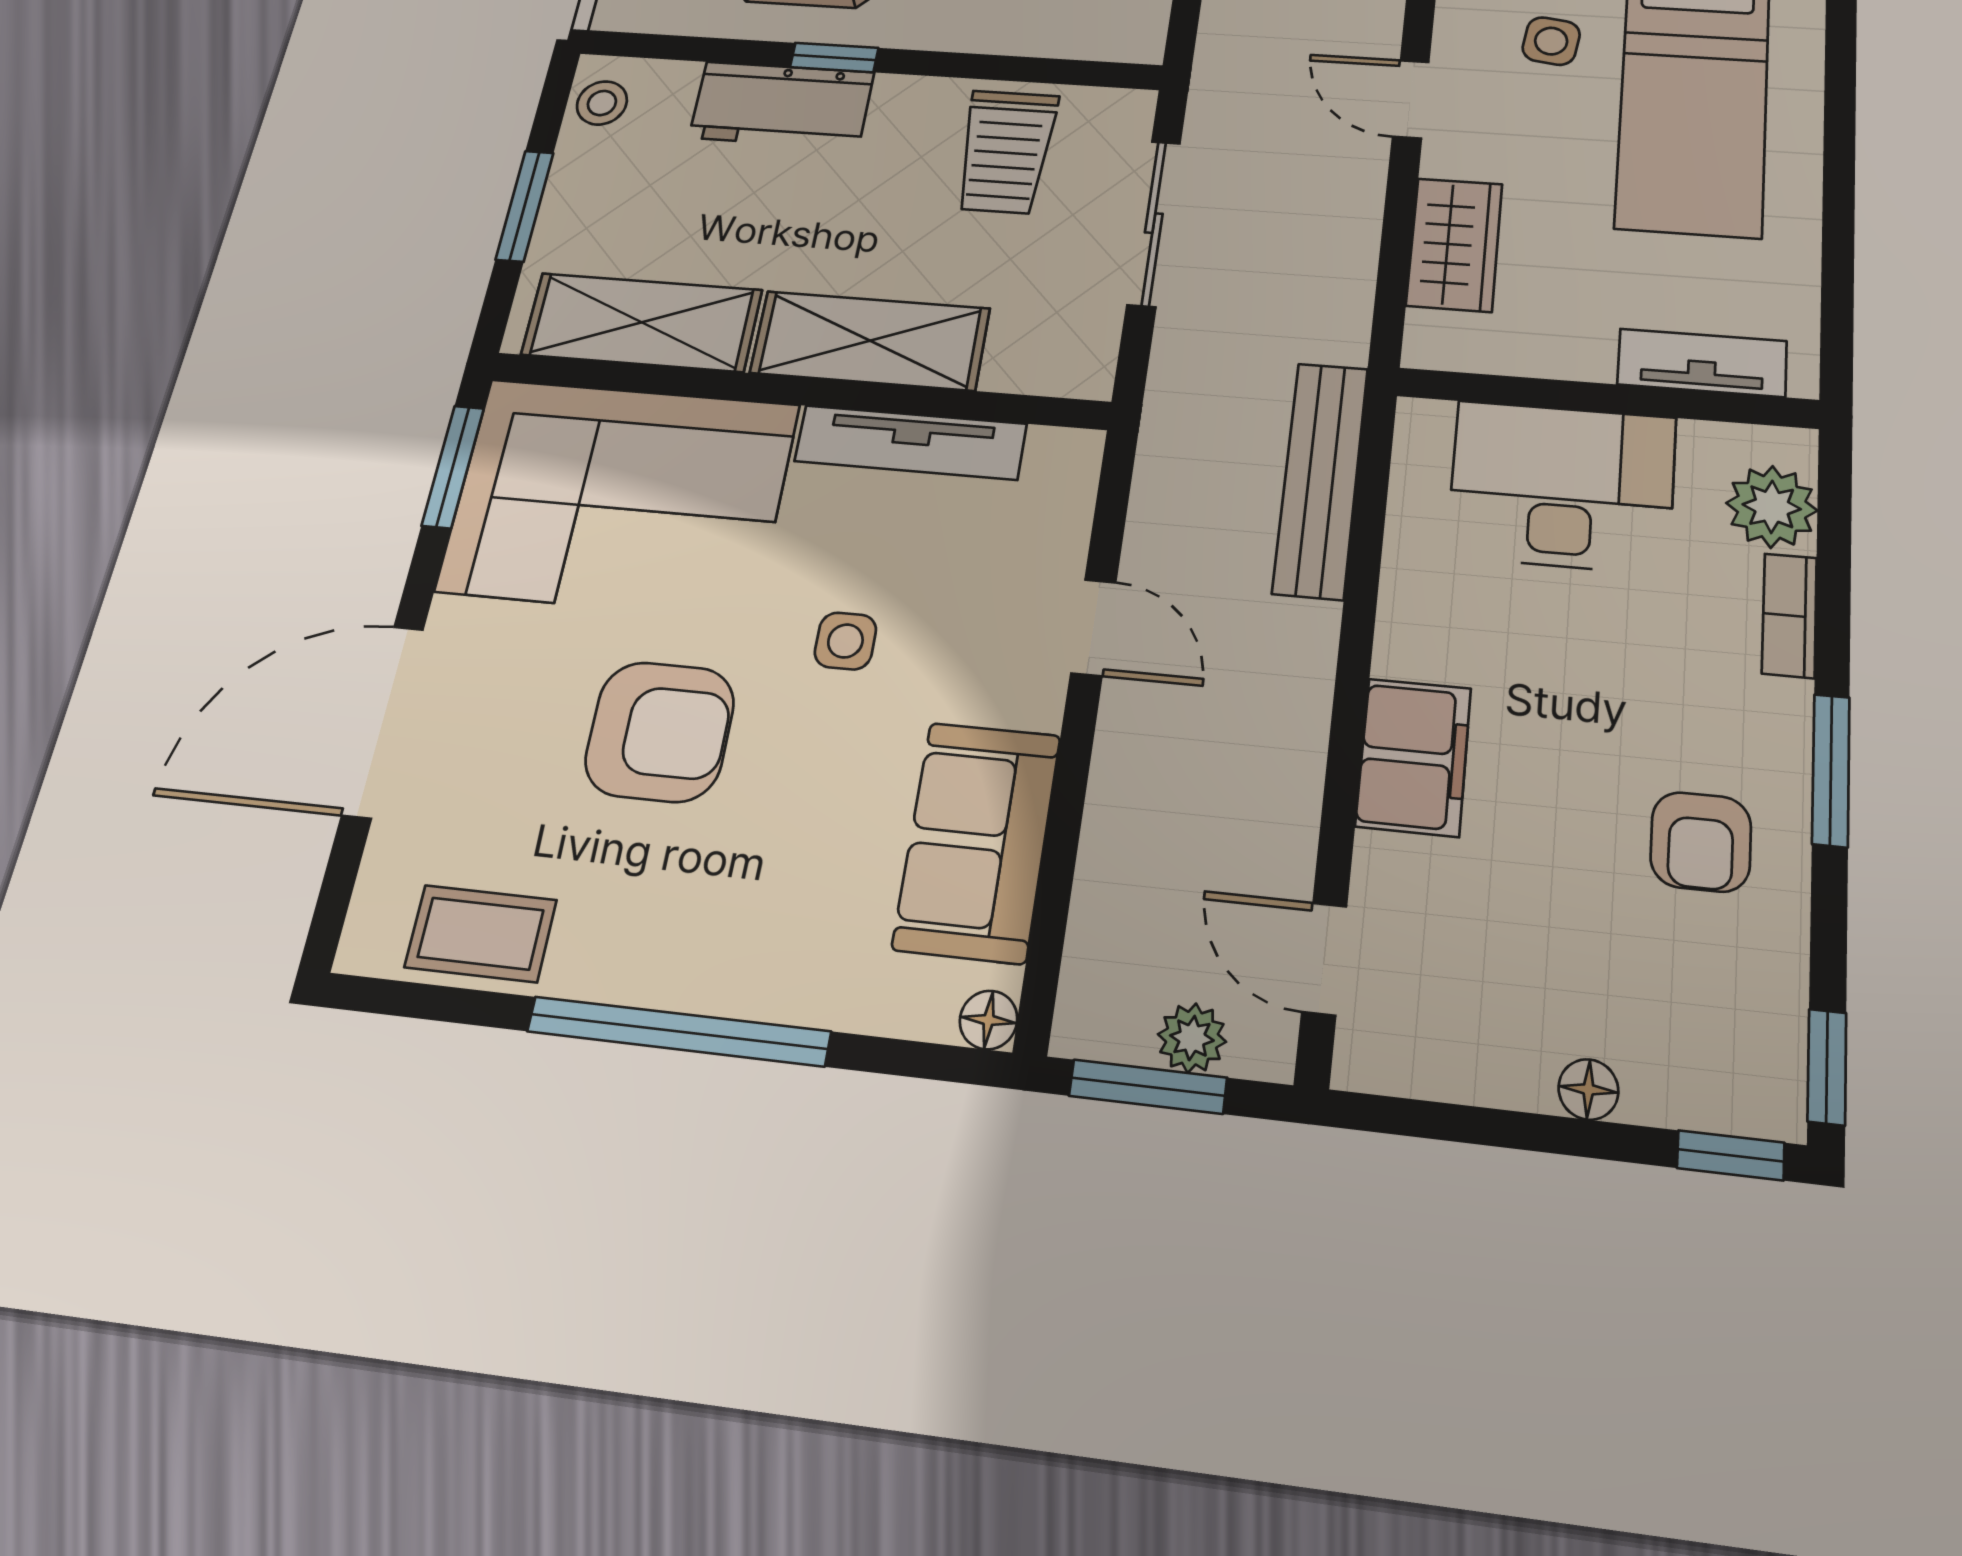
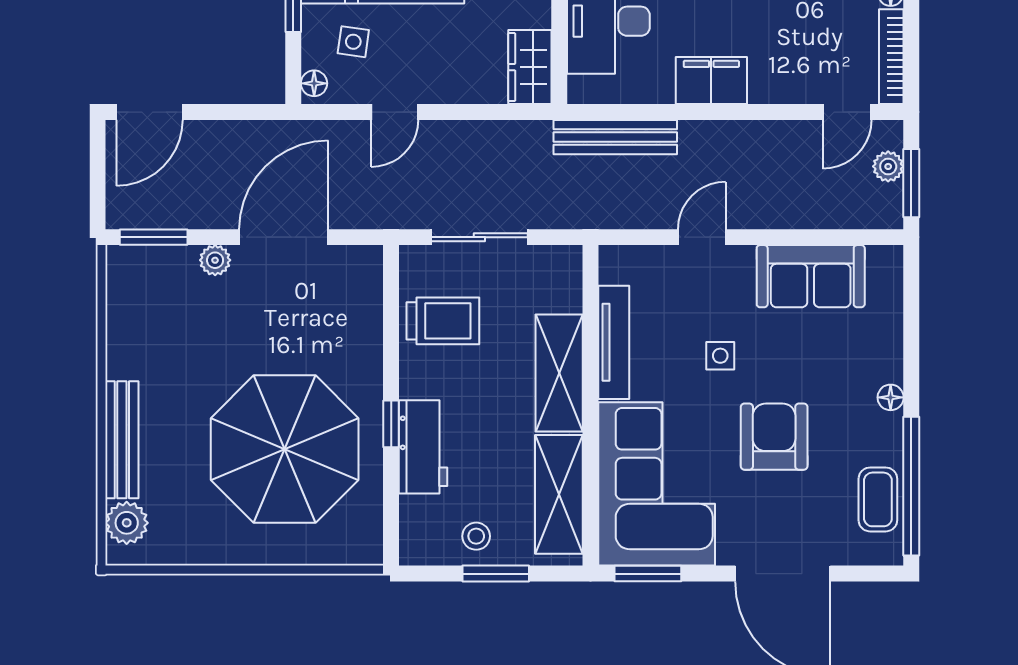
stool: (602, 103) -> (476, 536), moved
wardrobe: (1454, 245) -> (530, 67), moved, turned -90
filing cabinet: (1413, 757) -> (711, 80), moved
floor lamp: (988, 1020) -> (891, 397), moved
window: (678, 1031) -> (911, 486), moved
bookcase: (1441, 1074) -> (891, 57), added

